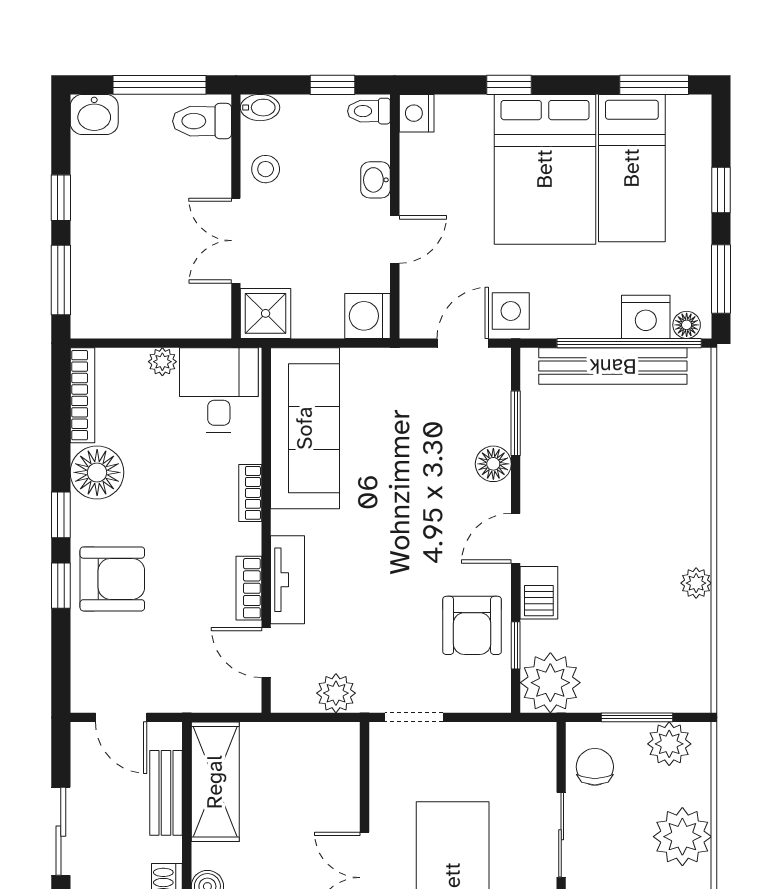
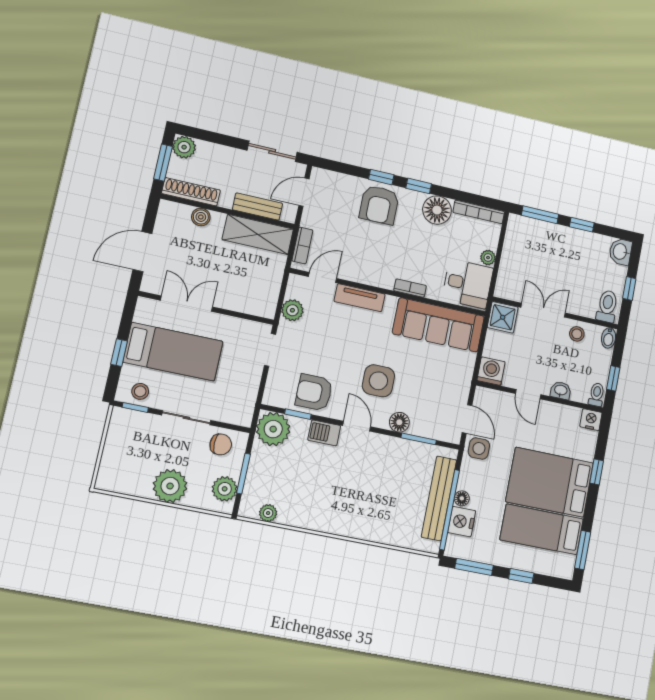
window: (159, 85) -> (629, 288), width x0.46
floor lamp: (687, 325) -> (462, 498), moved
side table: (428, 516) -> (378, 381), added
plant: (696, 583) -> (268, 513), moved
bookcase: (249, 588) -> (302, 245), moved, turned 90
sliding door: (61, 831) -> (272, 151), moved

